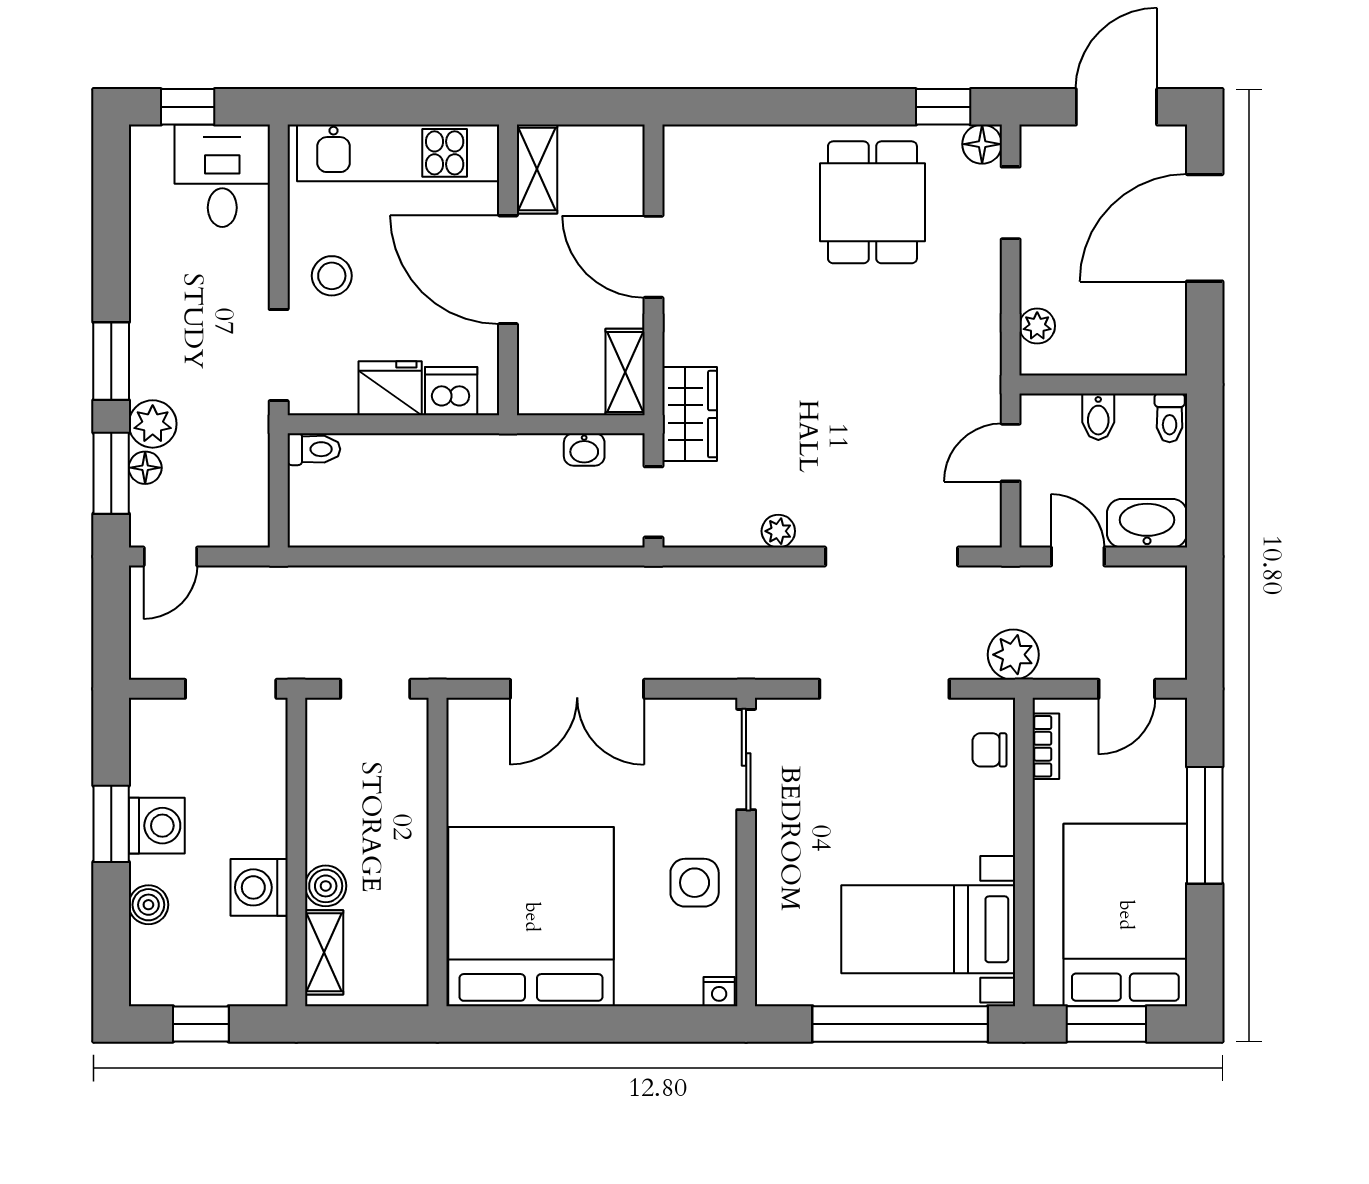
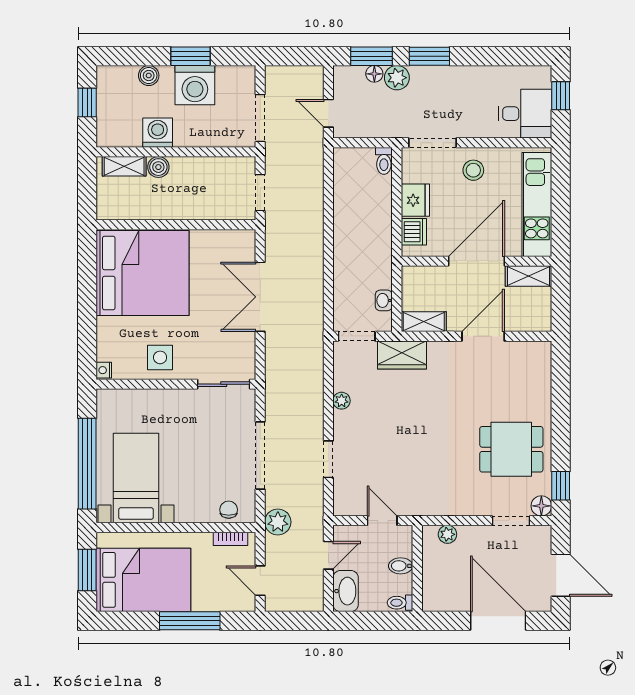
door: (170, 557) -> (328, 113), moved
doorway: (892, 557) -> (328, 459), width x0.53
washing machine: (157, 826) -> (195, 85), width x1.37, depth x1.37

